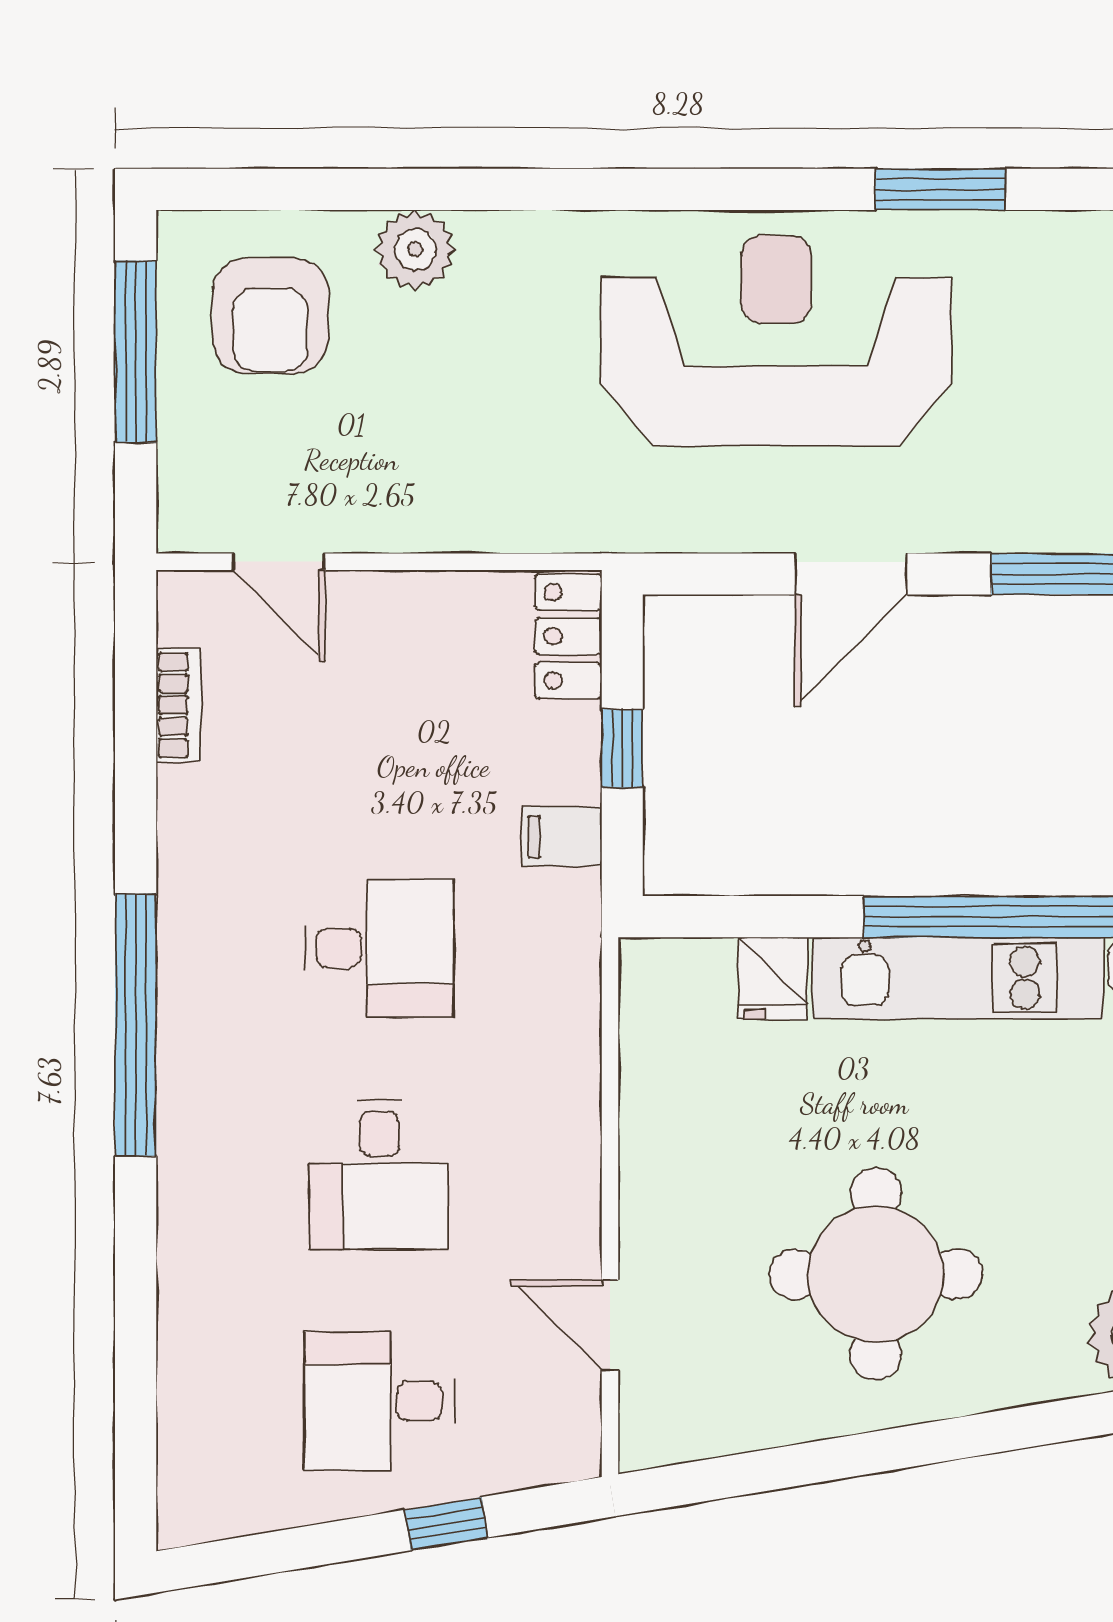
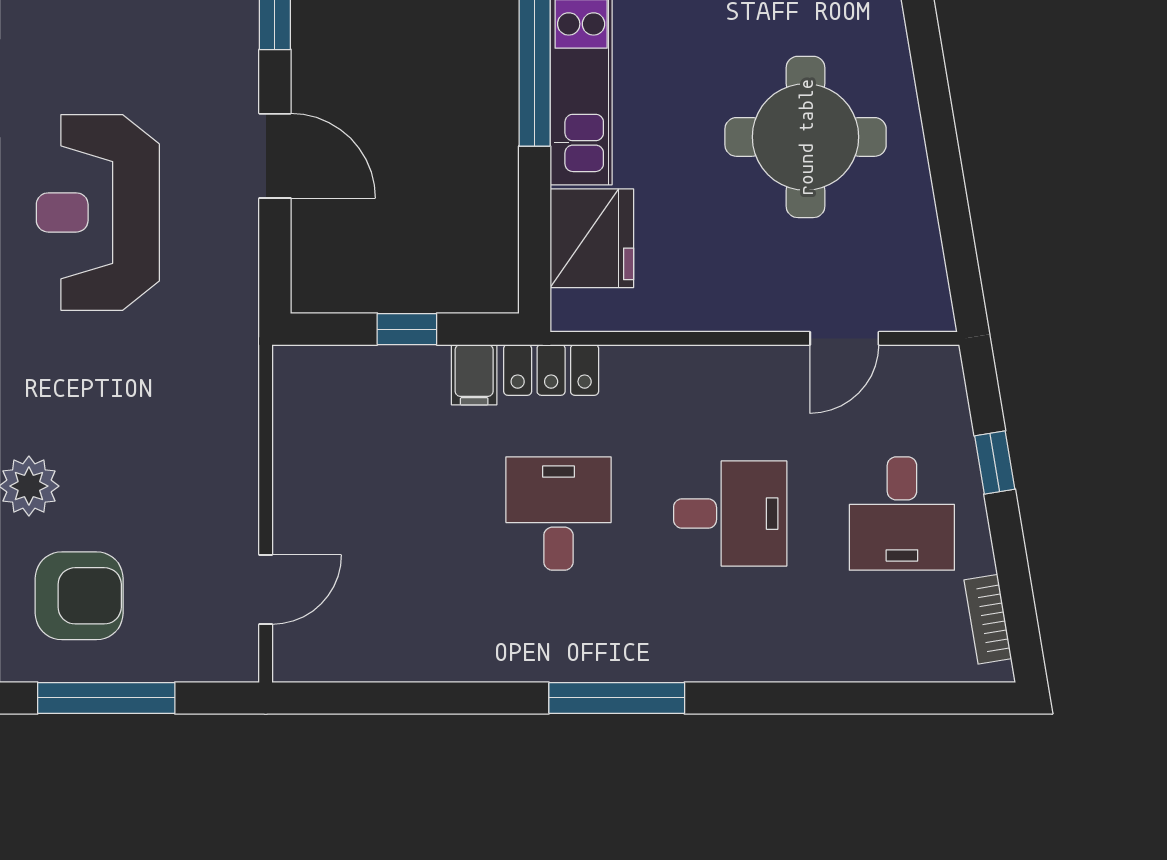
reception desk: (776, 341) -> (98, 212), width x0.74, depth x0.77
locker: (568, 636) -> (551, 370), moved
bookcase: (179, 705) -> (988, 619), moved, turned -99
fridge: (773, 978) -> (592, 238), width x1.88, depth x1.34
window: (136, 1025) -> (617, 698), width x0.68

